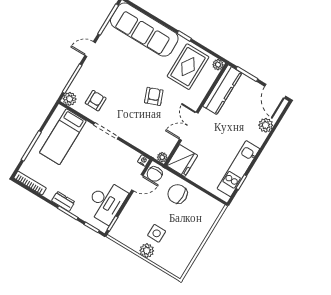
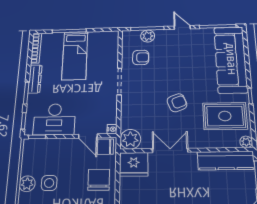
plant: (70, 99) -> (148, 36), moved
bed: (63, 137) -> (75, 55), moved, turned -90
plant: (162, 157) -> (130, 139), width x1.88, depth x1.88
dresser: (63, 201) -> (35, 79), width x1.44

